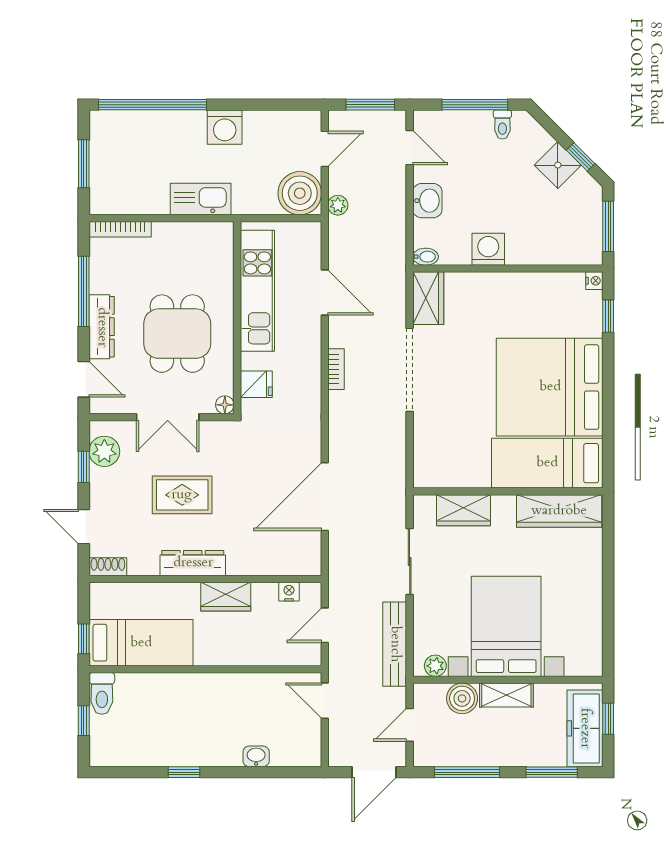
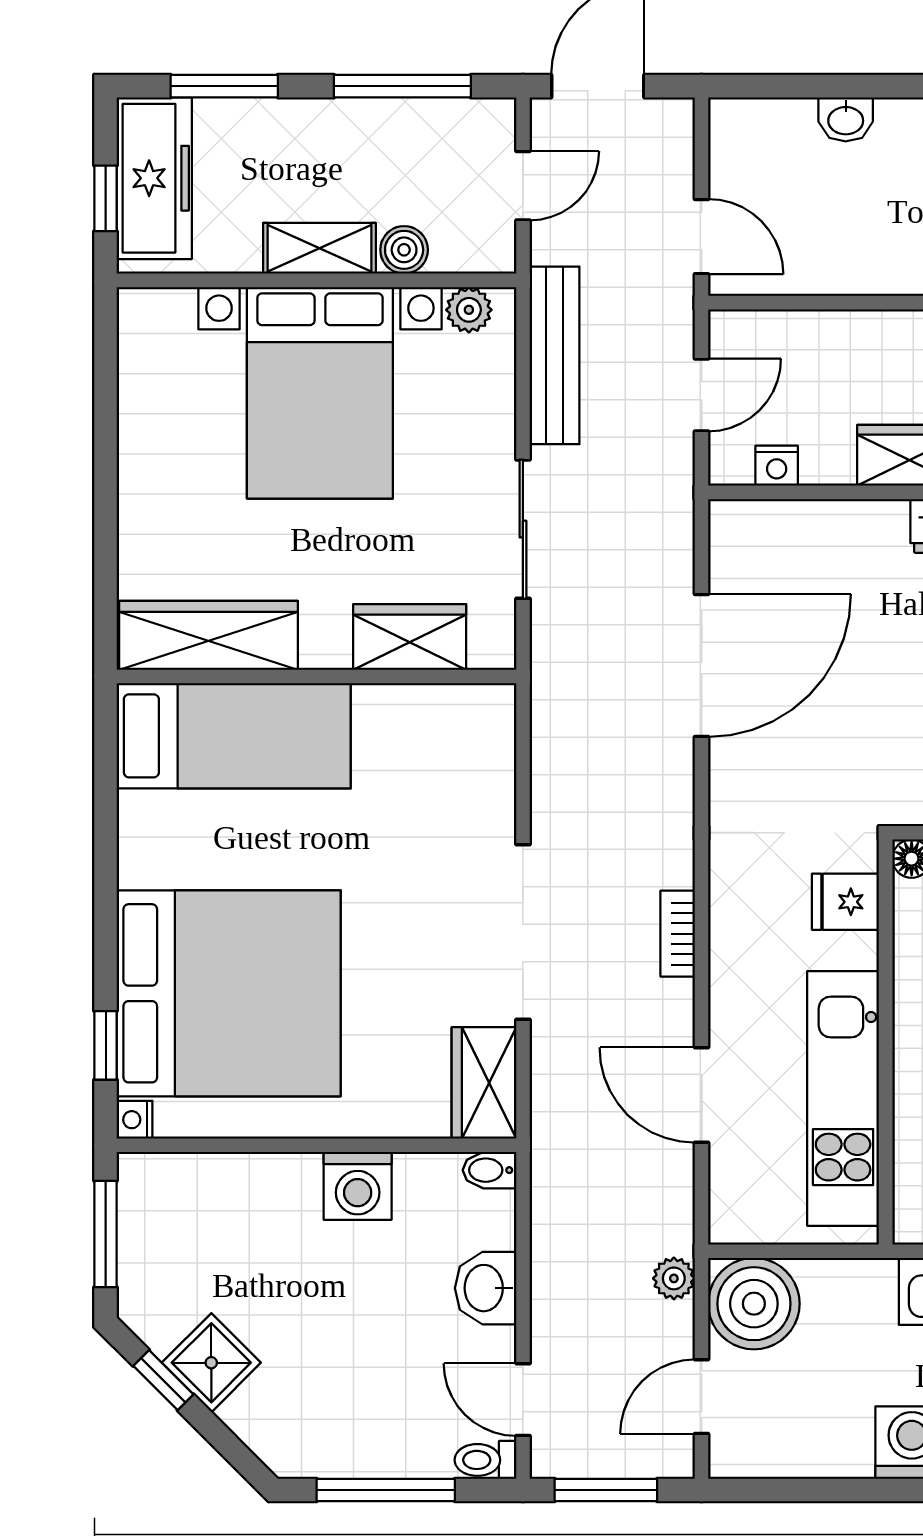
toilet: (502, 125) -> (485, 1460), moved, turned -90
bed: (550, 387) -> (229, 993), moved
boiler: (462, 698) -> (404, 250), width x0.73, depth x0.73

